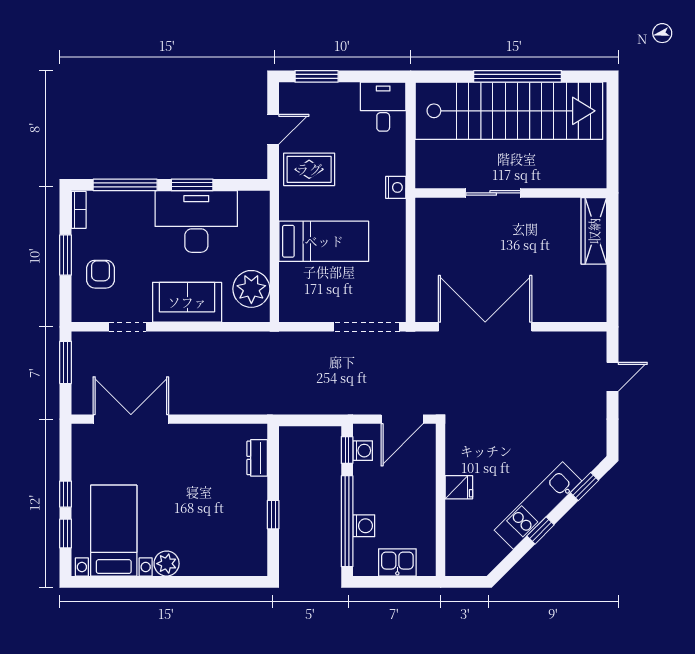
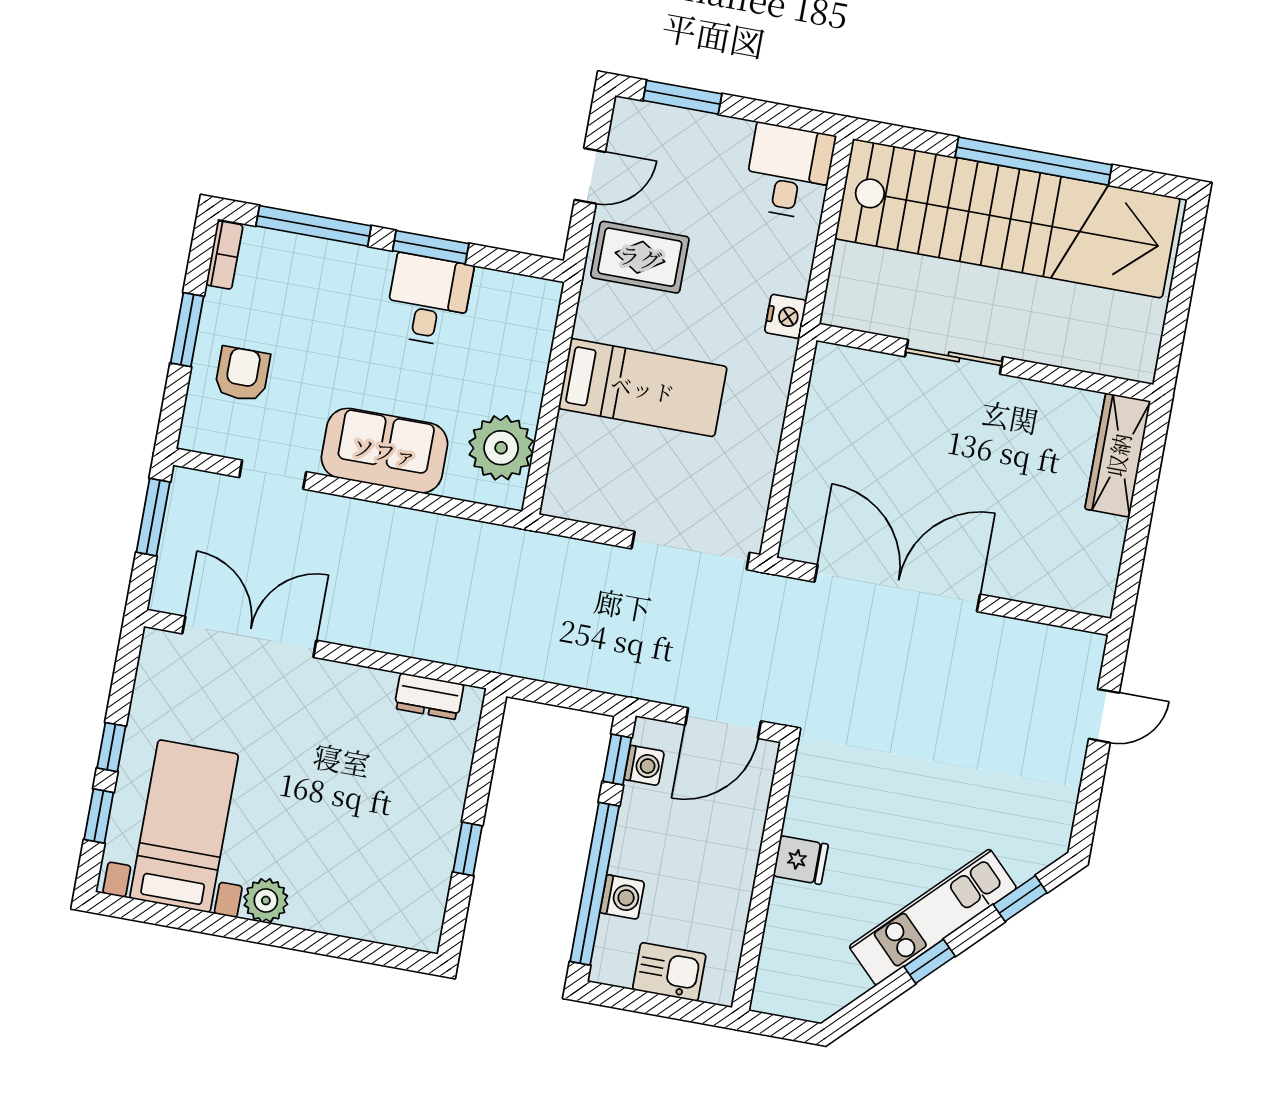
desk: (196, 221) -> (429, 300), width x0.53, depth x0.77
dresser: (257, 458) -> (429, 696), moved, turned -90

